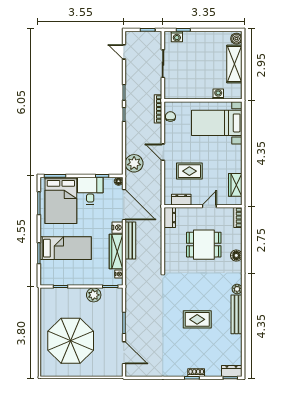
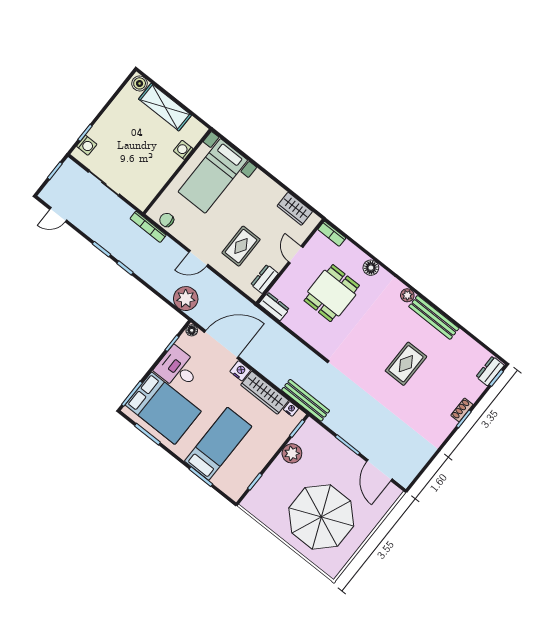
bench: (130, 241) -> (306, 400), moved
door: (124, 353) -> (379, 470), swing flipped

